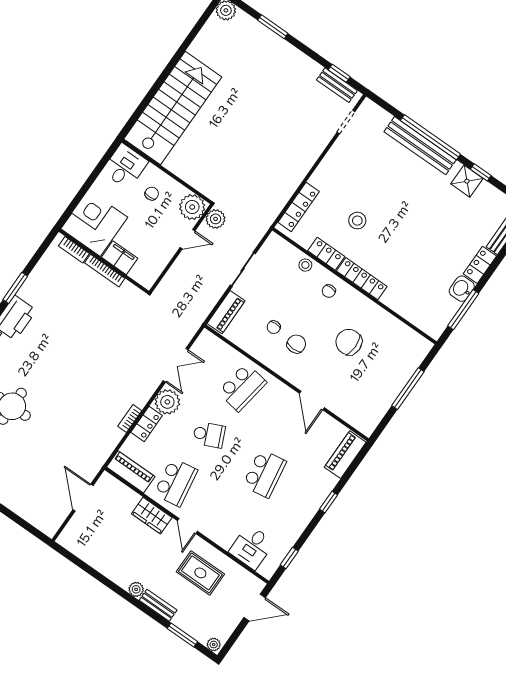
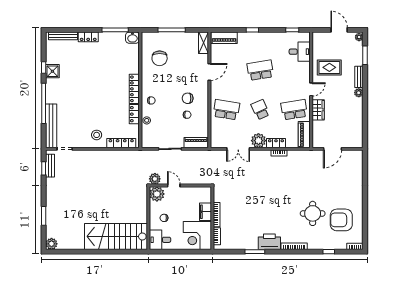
bench: (420, 146) -> (51, 126), moved
stool: (357, 221) -> (97, 135), moved
washbasin: (462, 289) -> (132, 38), moved
chair: (349, 342) -> (160, 58), moved
double door: (176, 365) -> (238, 149), swing flipped
shelving: (358, 421) -> (204, 43), added
rug: (200, 573) -> (329, 67), turned 90
door: (255, 607) -> (339, 30), moved

